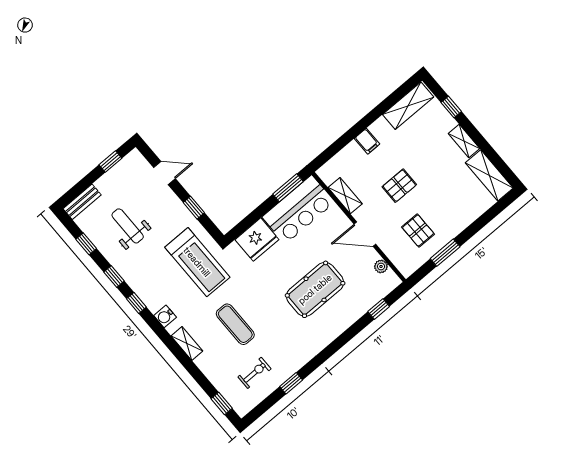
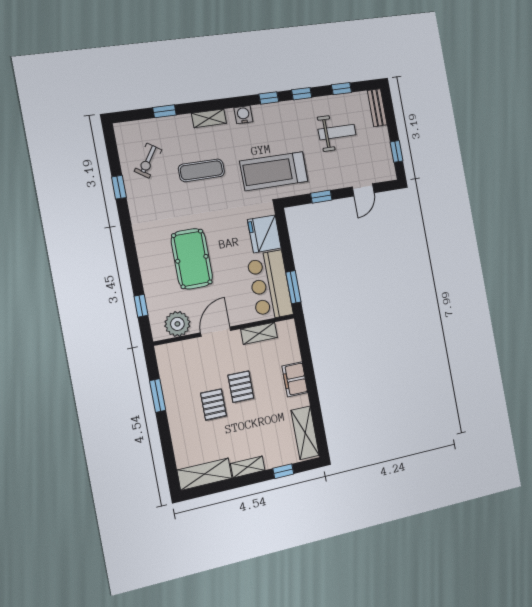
filing cabinet: (367, 141) -> (295, 379), width x2.00
pallet: (418, 231) -> (214, 405), moved, turned 90
plant: (381, 266) -> (177, 324), width x1.87, depth x1.87
exercise bike: (254, 373) -> (148, 161), turned 34
window: (222, 403) -> (164, 111), moved

